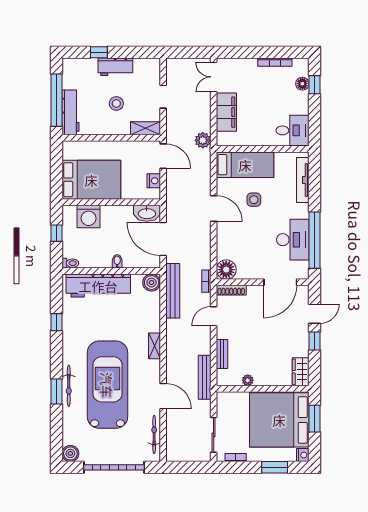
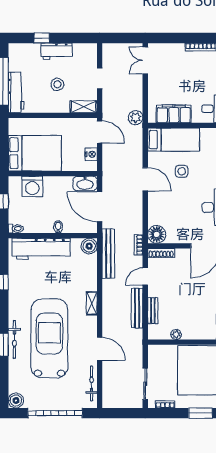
filing cabinet: (226, 112) -> (174, 114), moved, turned -90
bench: (205, 377) -> (137, 308), moved

